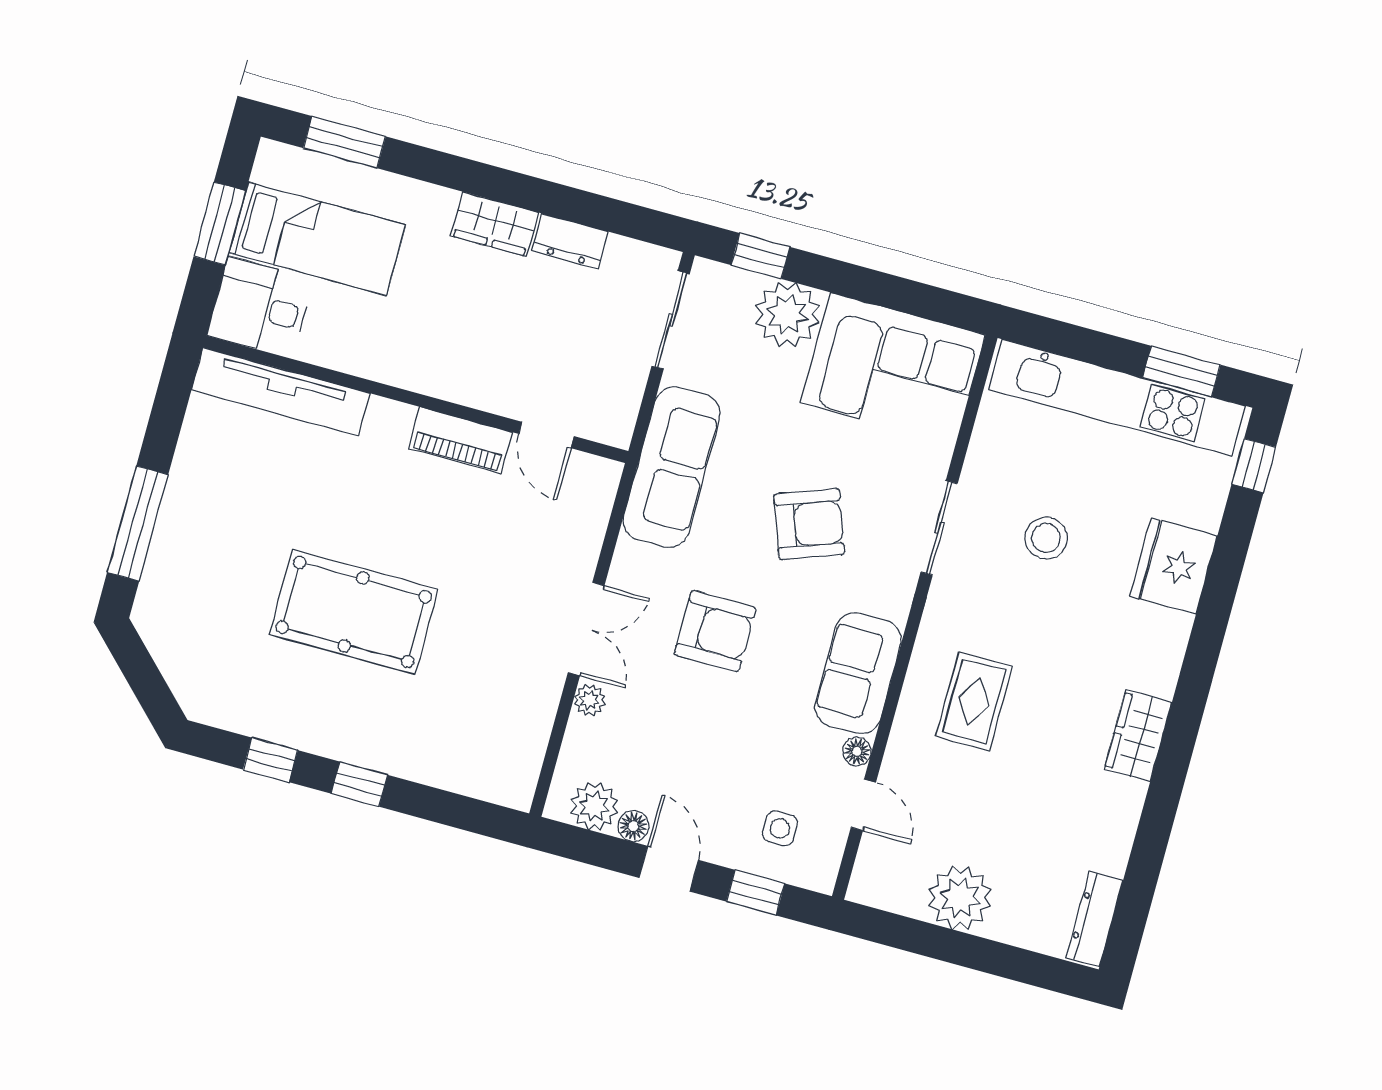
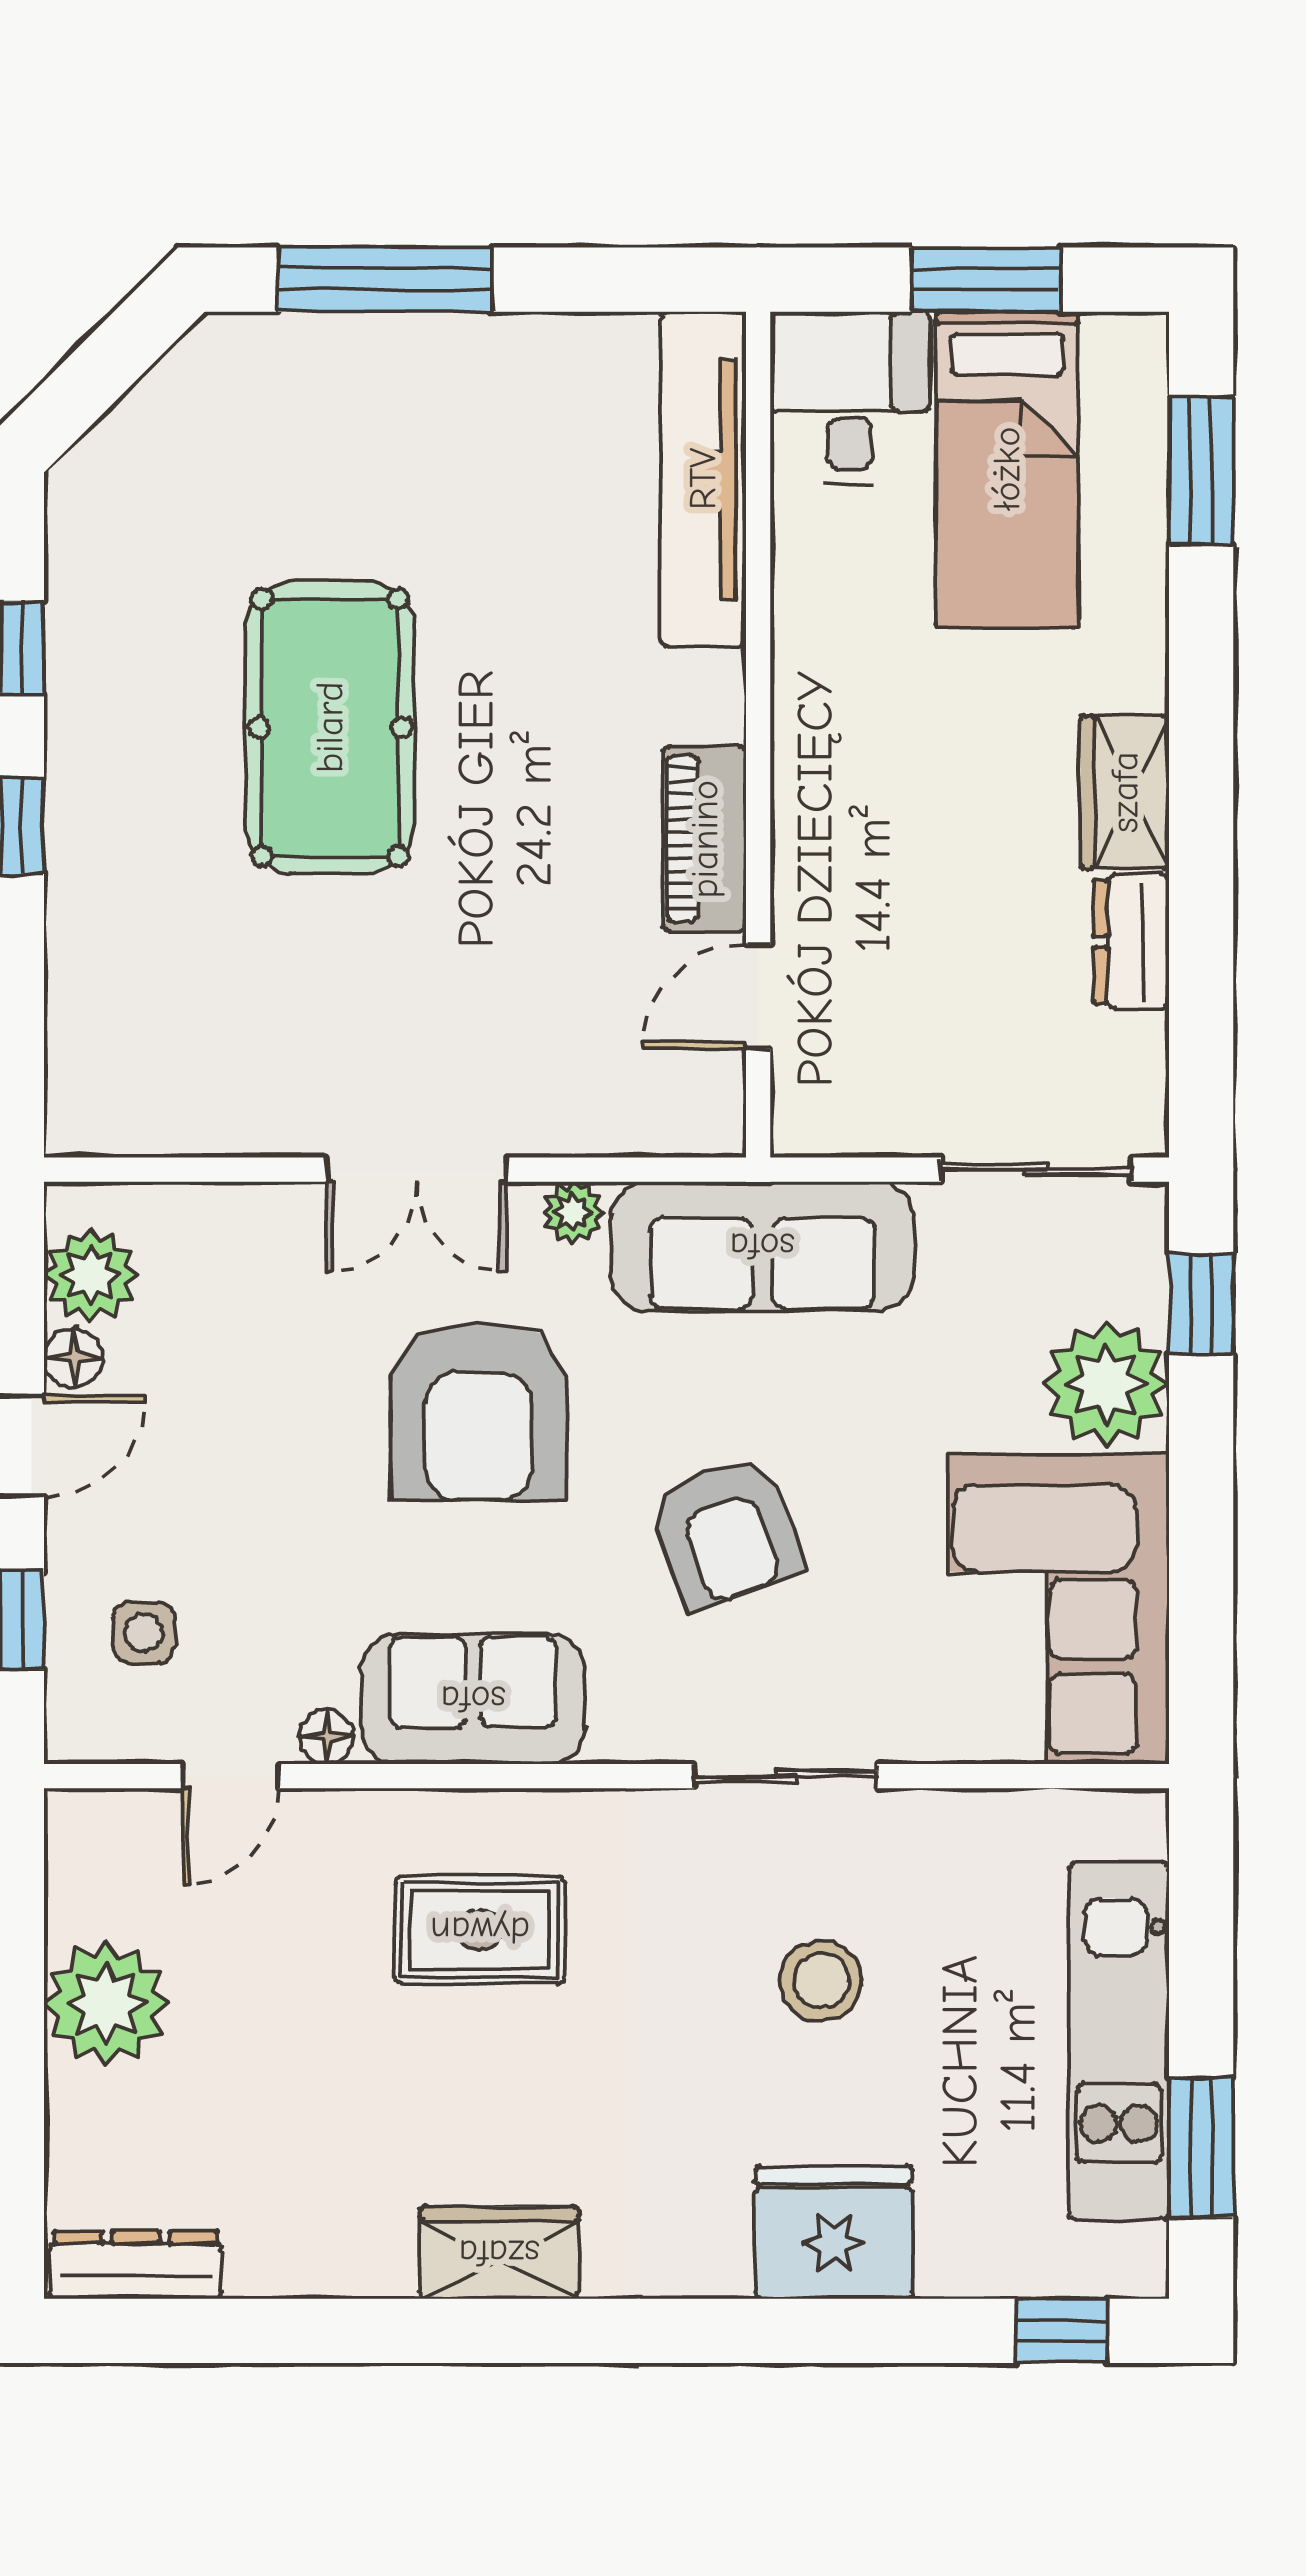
kitchen unit: (1117, 398) -> (1119, 2041), width x0.73
armchair: (715, 631) -> (479, 1411), width x1.36, depth x1.36
plant: (590, 700) -> (573, 1212), moved

